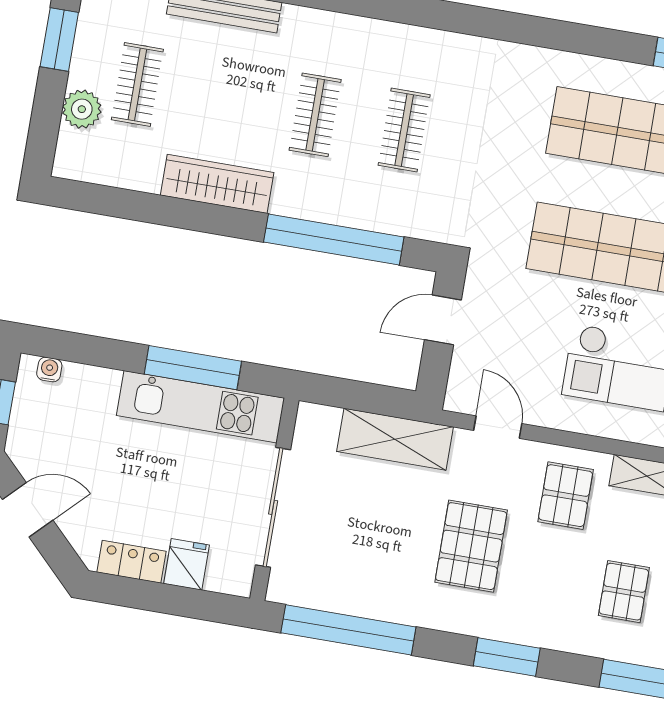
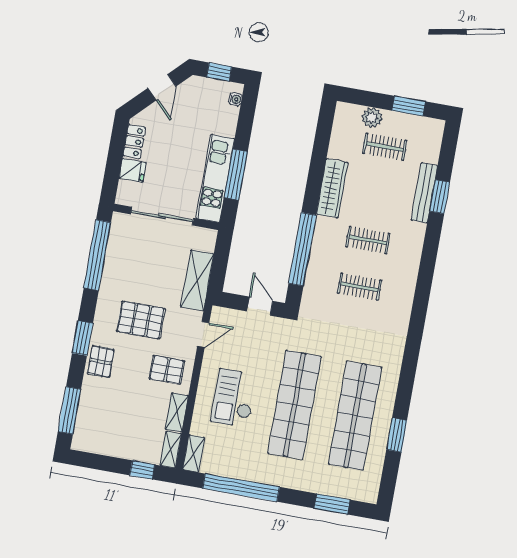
pallet: (624, 592) -> (101, 361), moved, turned 90

